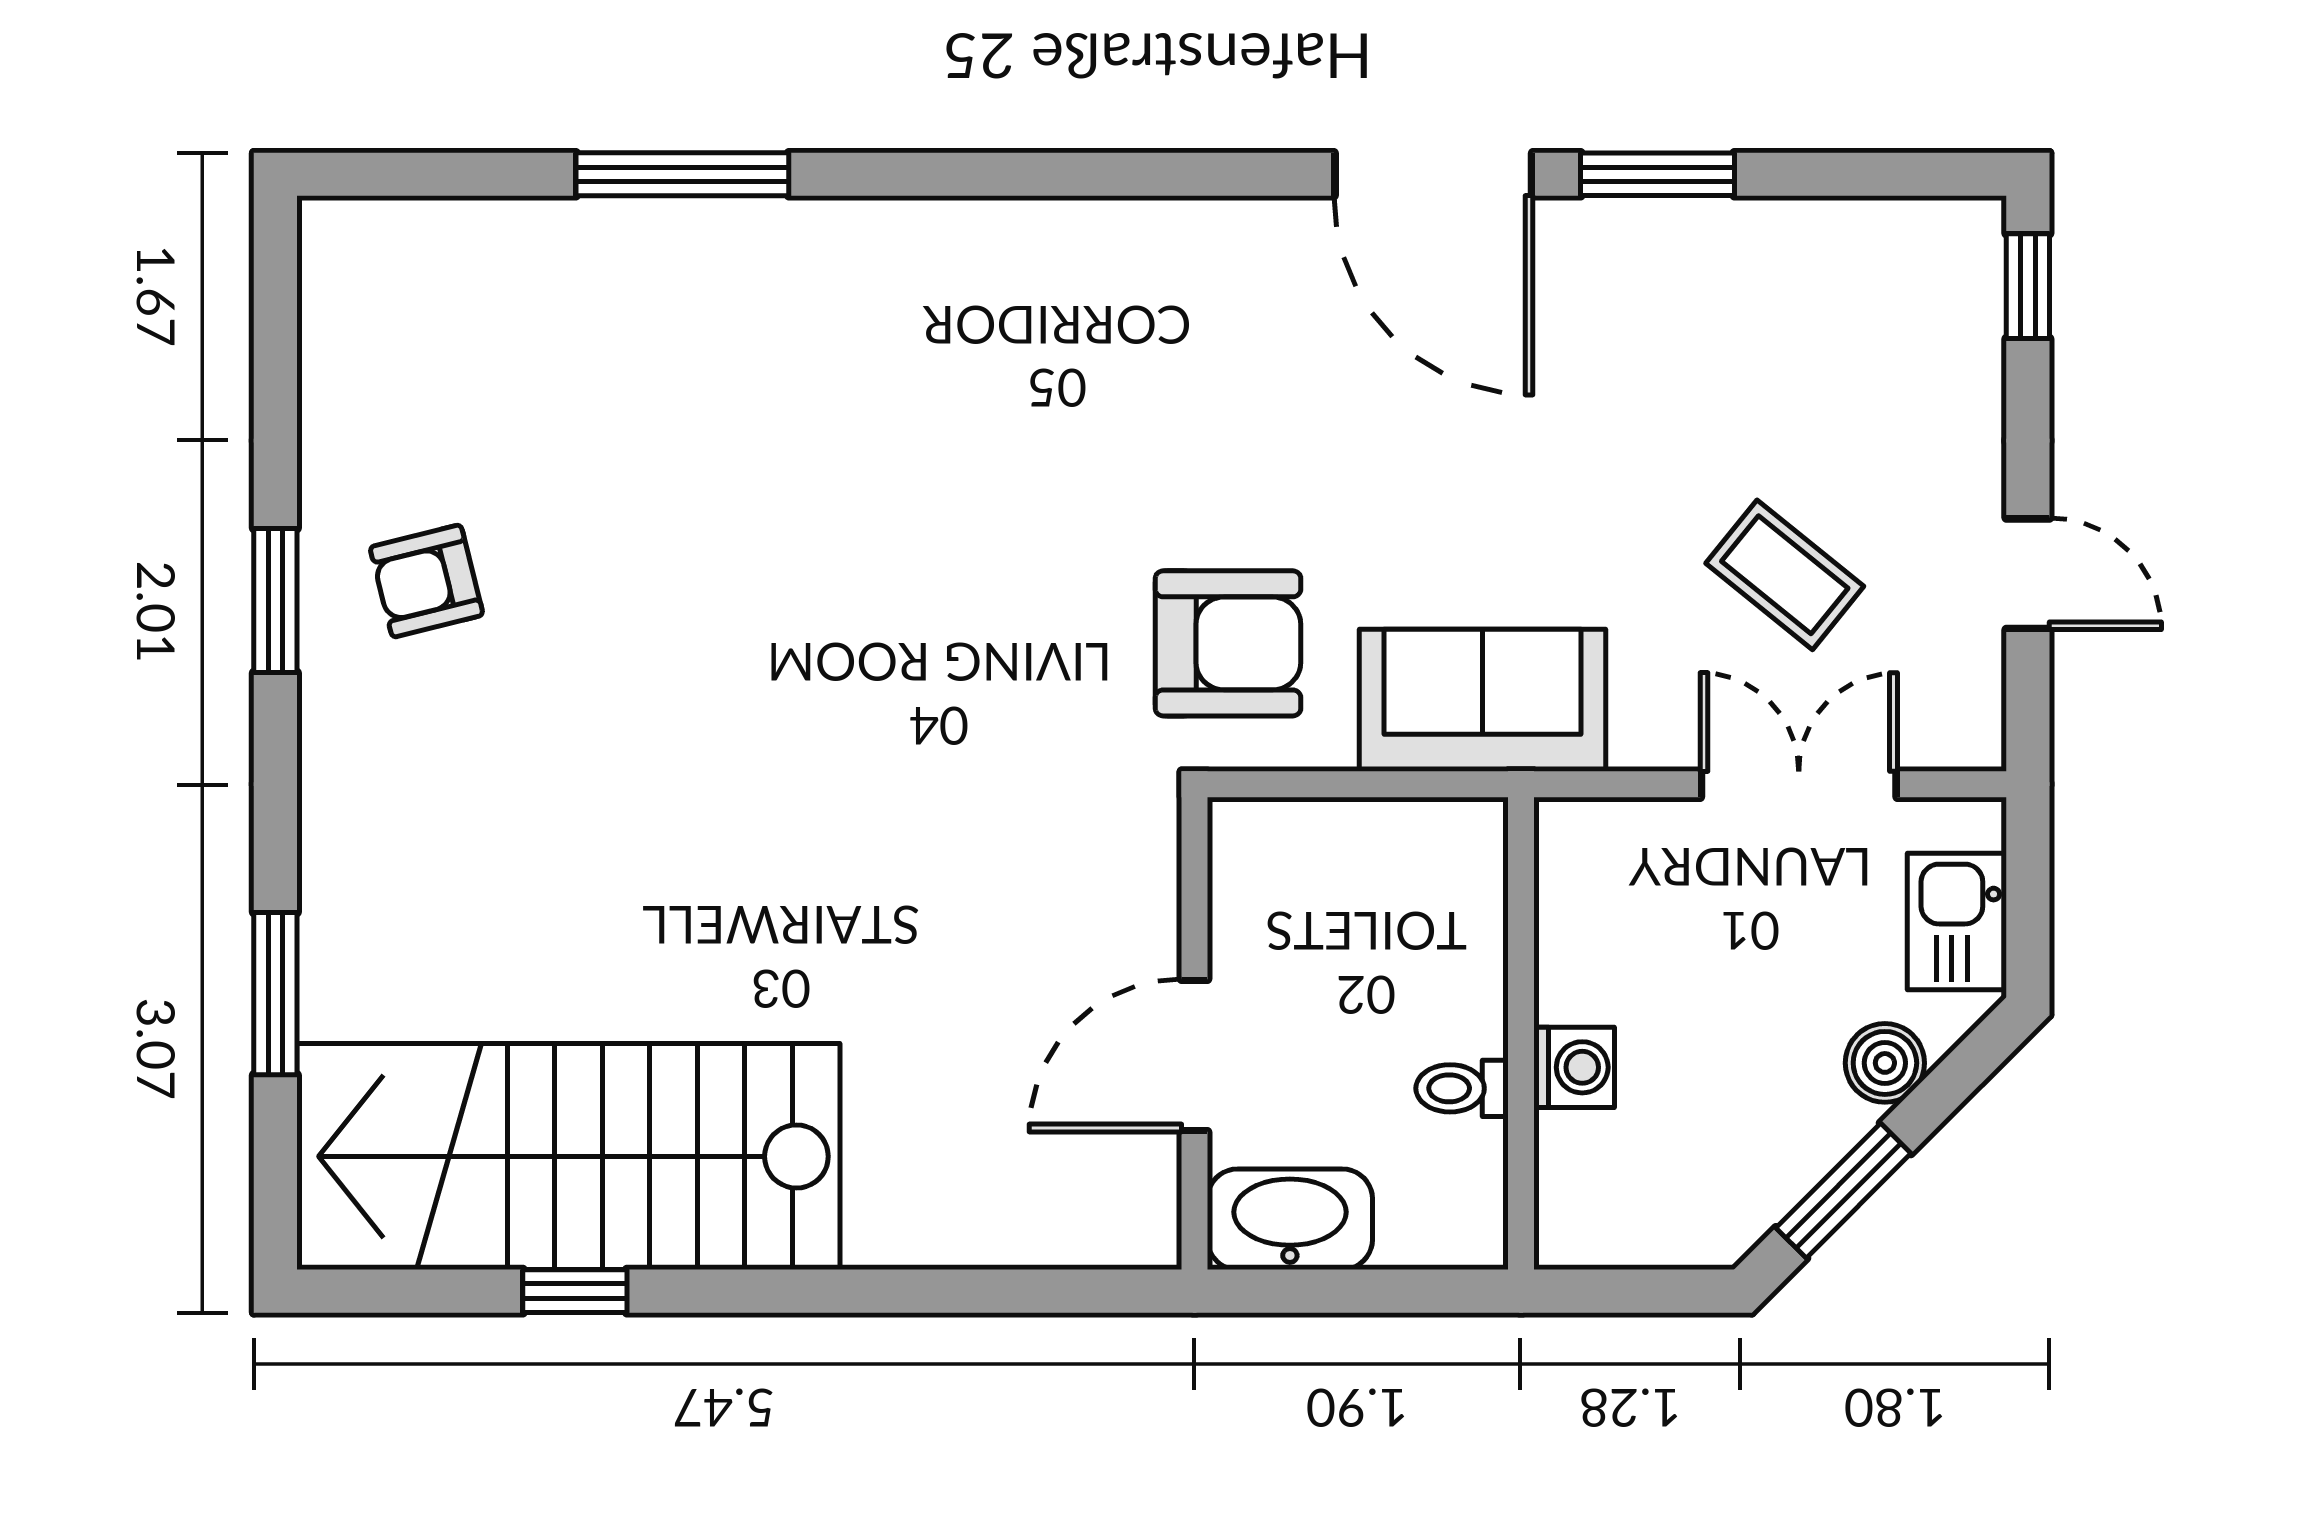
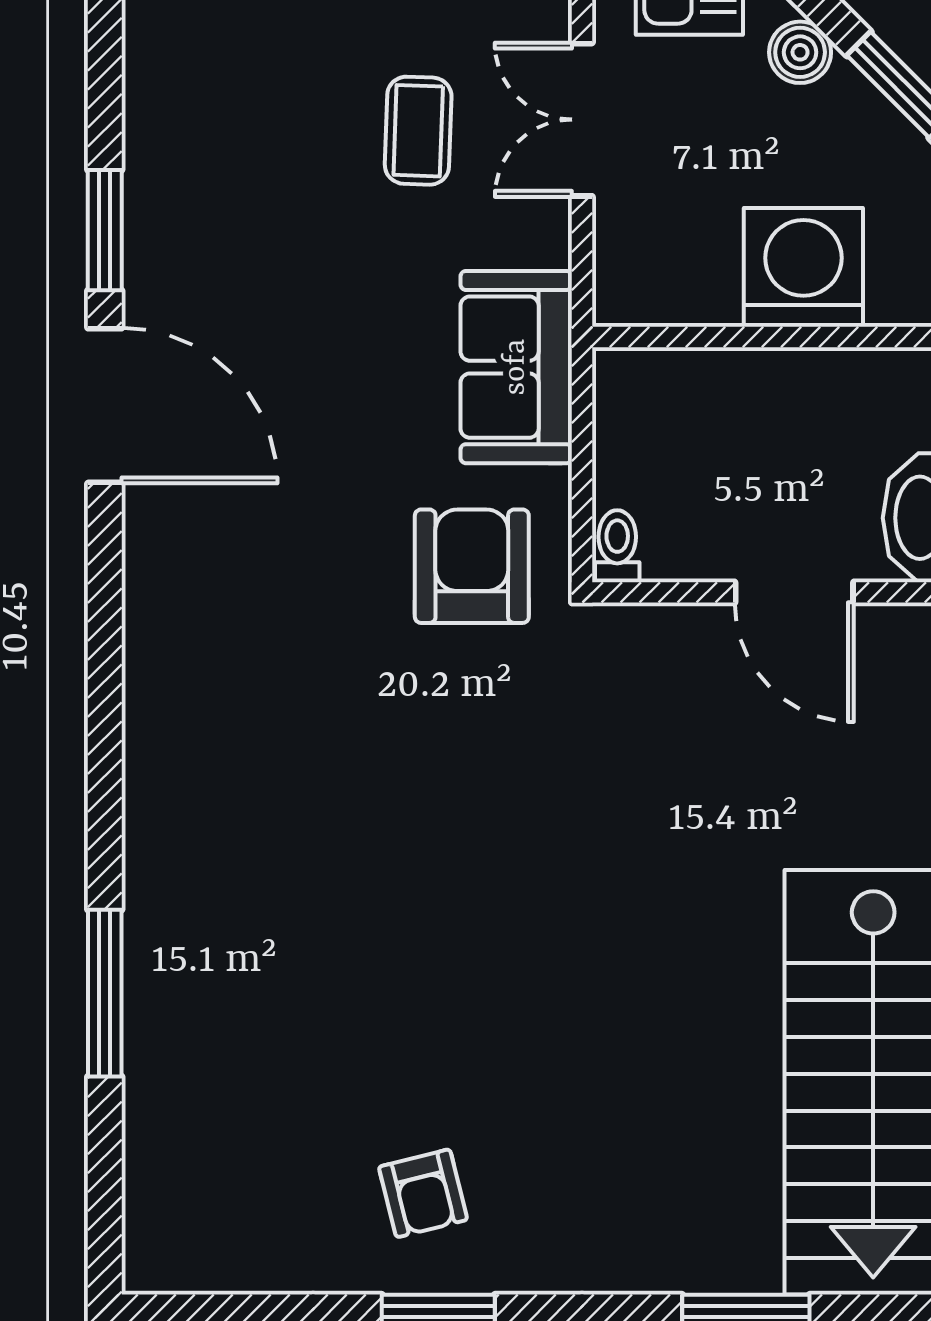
door: (1433, 174) -> (105, 406), hinge flipped
coffee table: (1785, 575) -> (418, 131), turned -37
washing machine: (1574, 1067) -> (803, 267), width x1.89, depth x1.89
toilet: (1462, 1088) -> (617, 546), moved, turned 180

